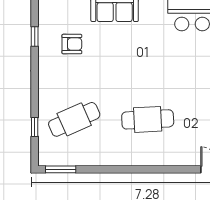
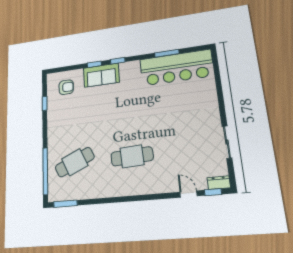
armchair: (72, 44) -> (66, 87), moved
window: (35, 127) -> (45, 171), width x3.17

